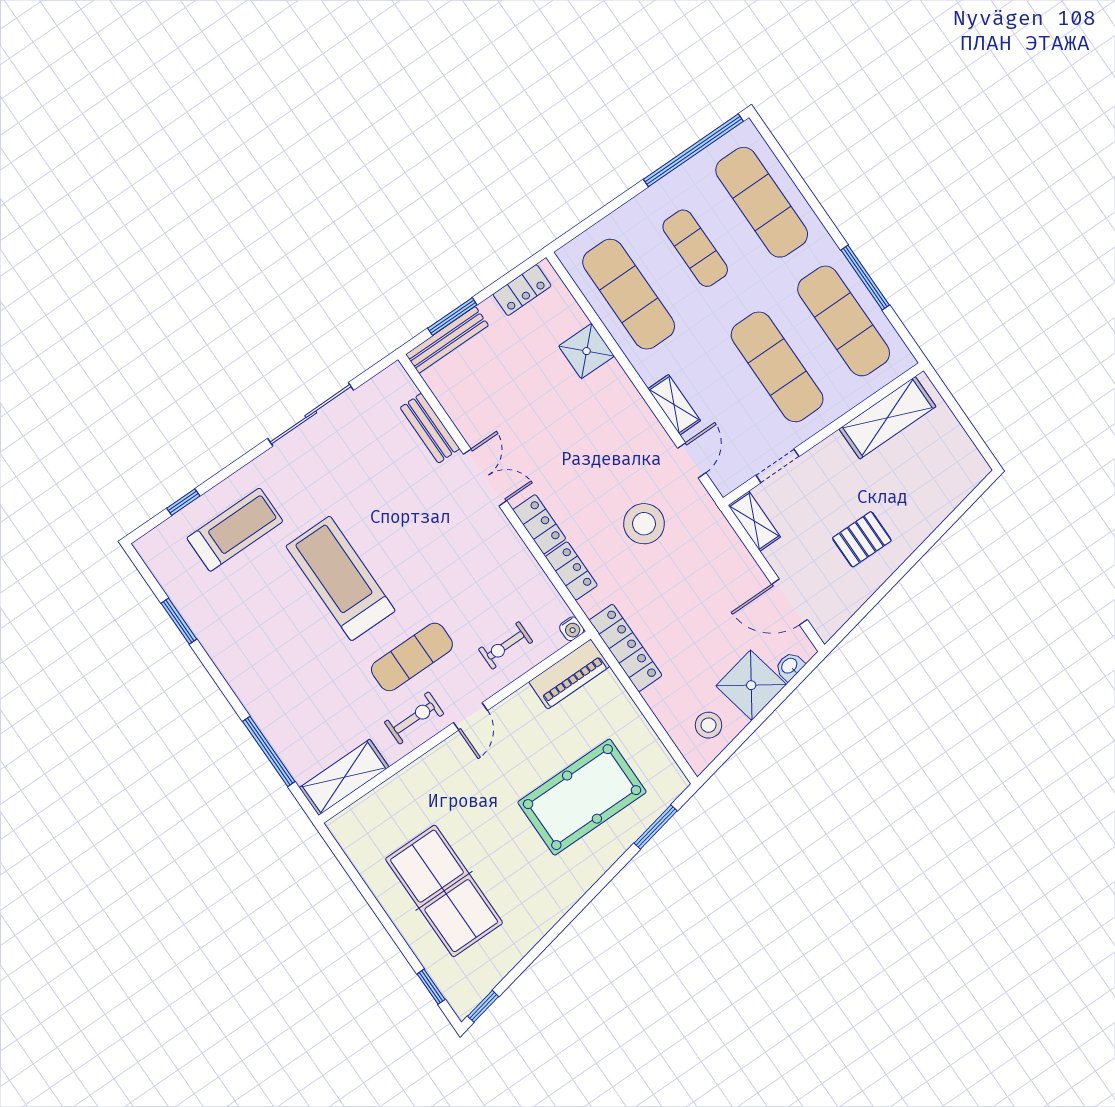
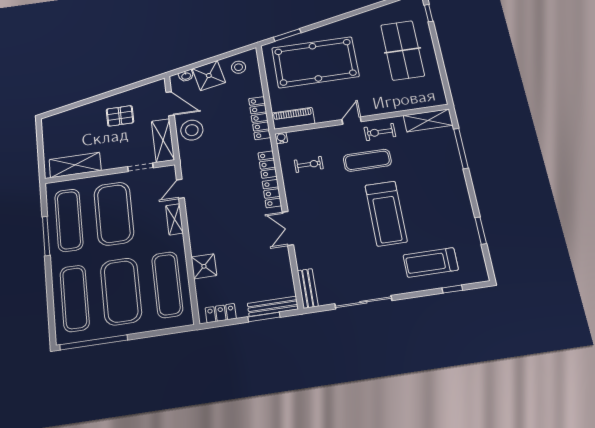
exercise mat: (695, 248) -> (121, 291), width x2.00, depth x1.45
exercise mat: (777, 367) -> (114, 214), width x1.47
bench: (430, 428) -> (308, 288), moved
shelving: (754, 521) -> (163, 140), width x1.50, depth x1.33
stool: (644, 524) -> (192, 130), moved
exercise bike: (506, 645) -> (309, 164), moved
pool table: (582, 797) -> (315, 62), width x1.36, depth x1.32

